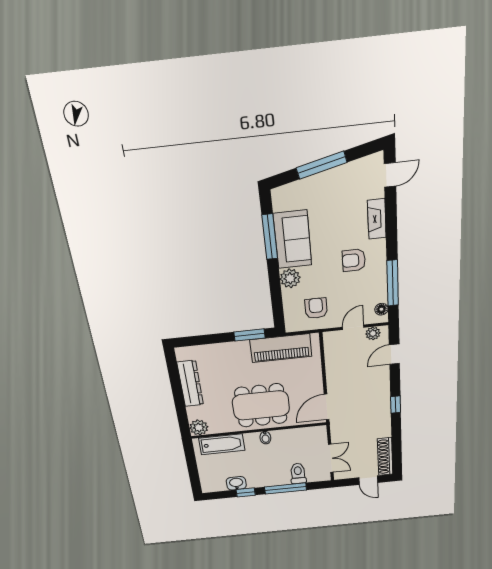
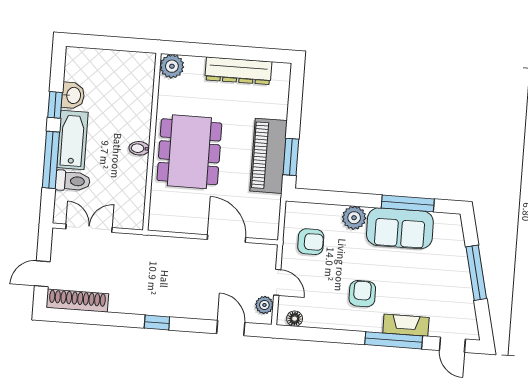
window: (393, 283) -> (394, 340), moved
piano: (281, 348) -> (269, 156), moved
door: (327, 407) -> (227, 239), moved
bathtub: (222, 444) -> (72, 140), moved, turned 180
double door: (331, 458) -> (89, 228), swing flipped

